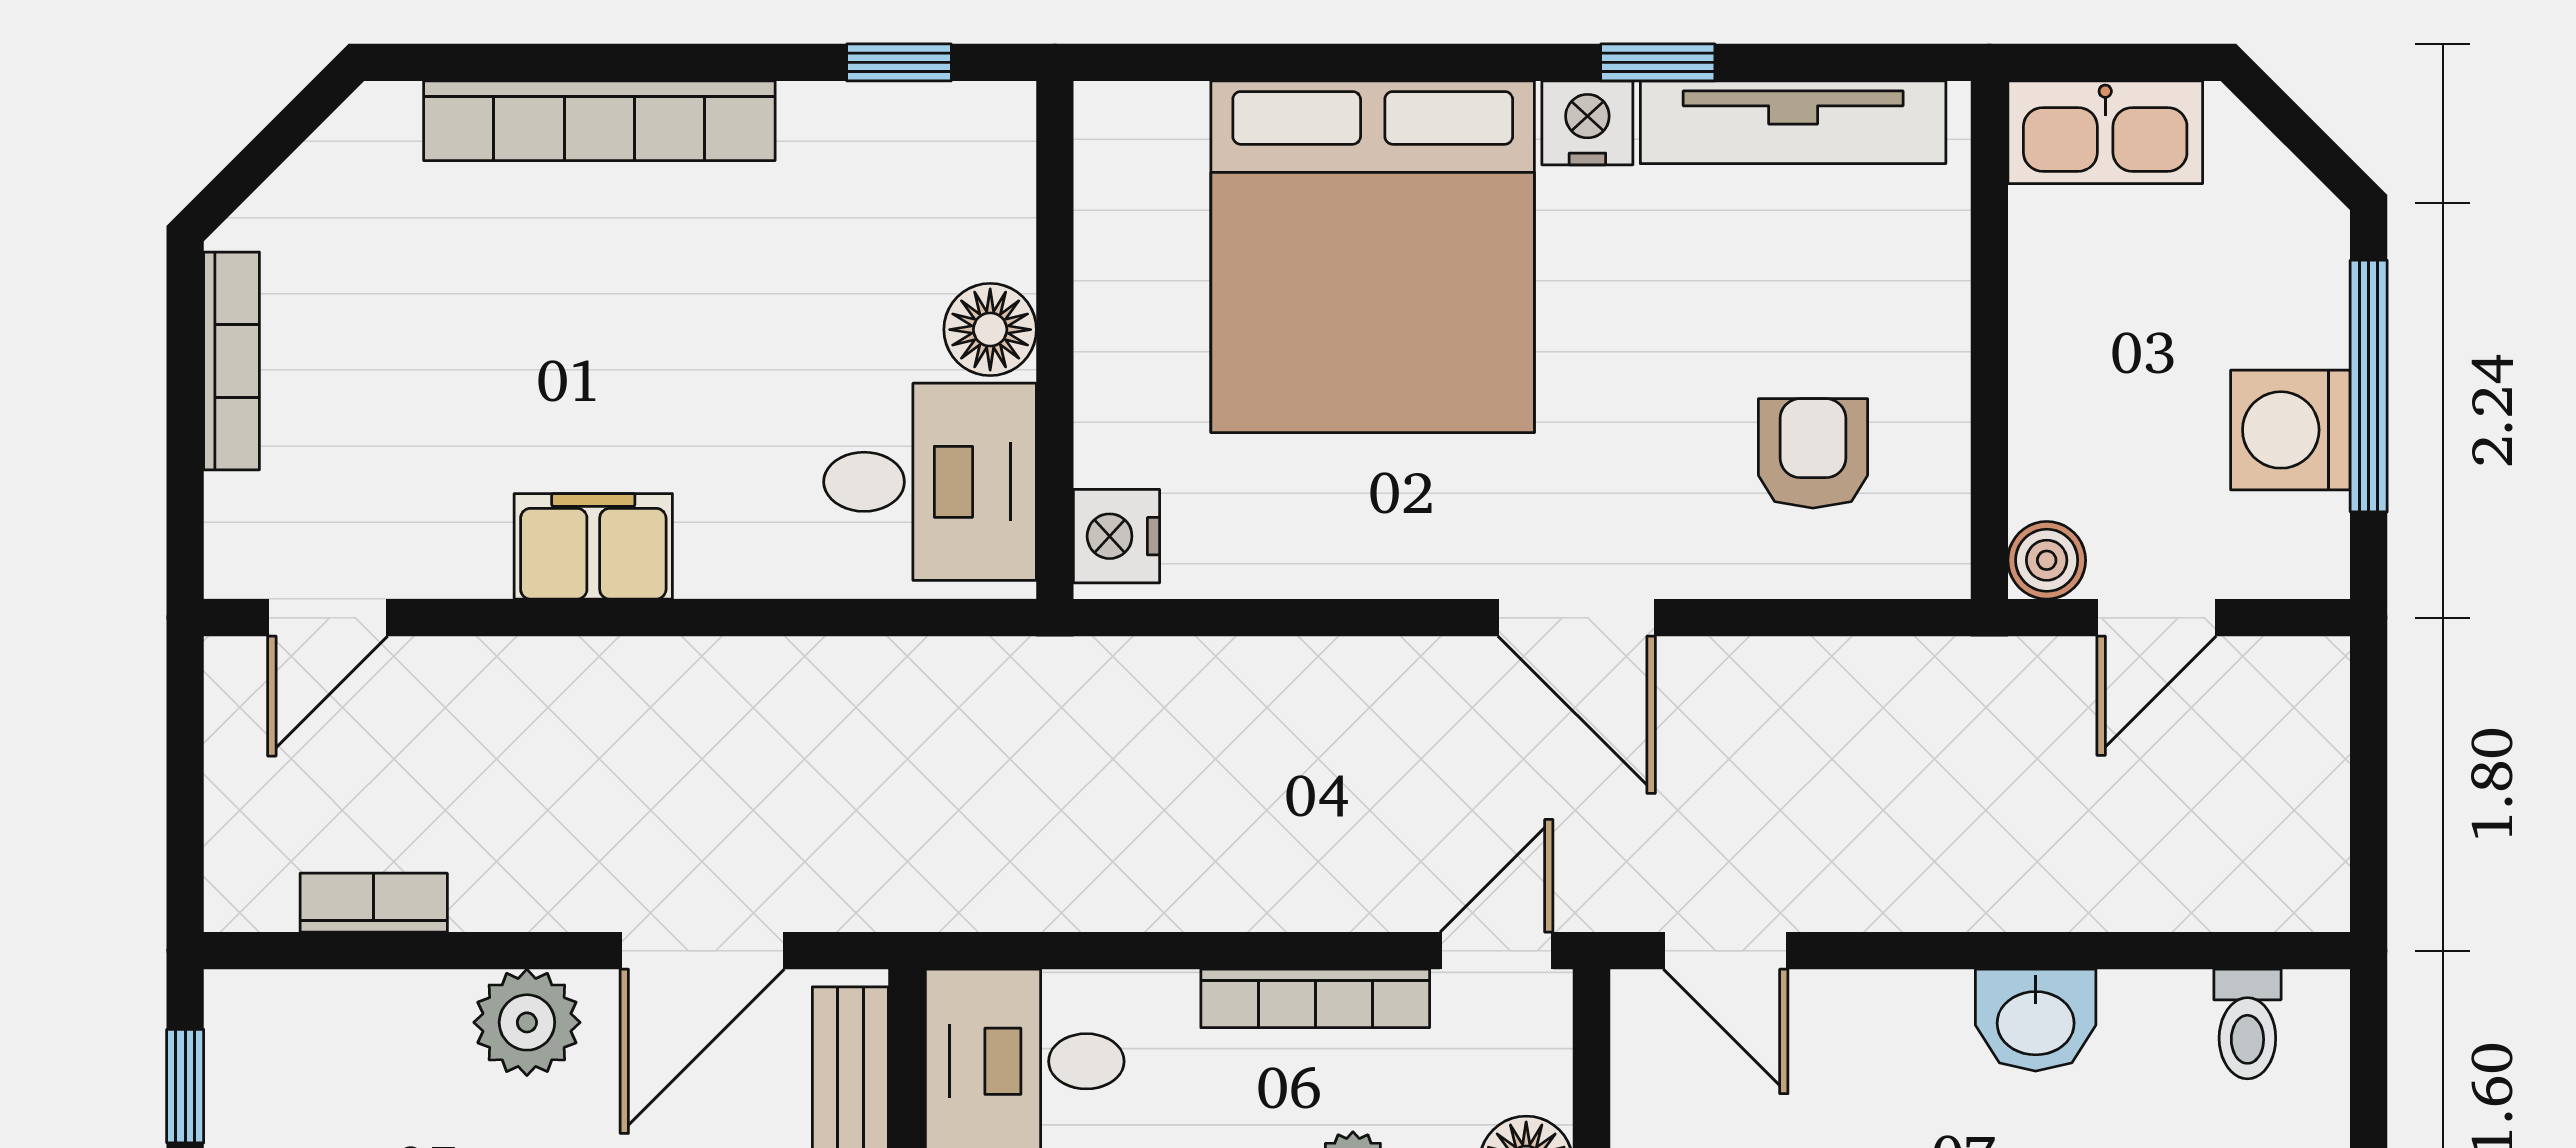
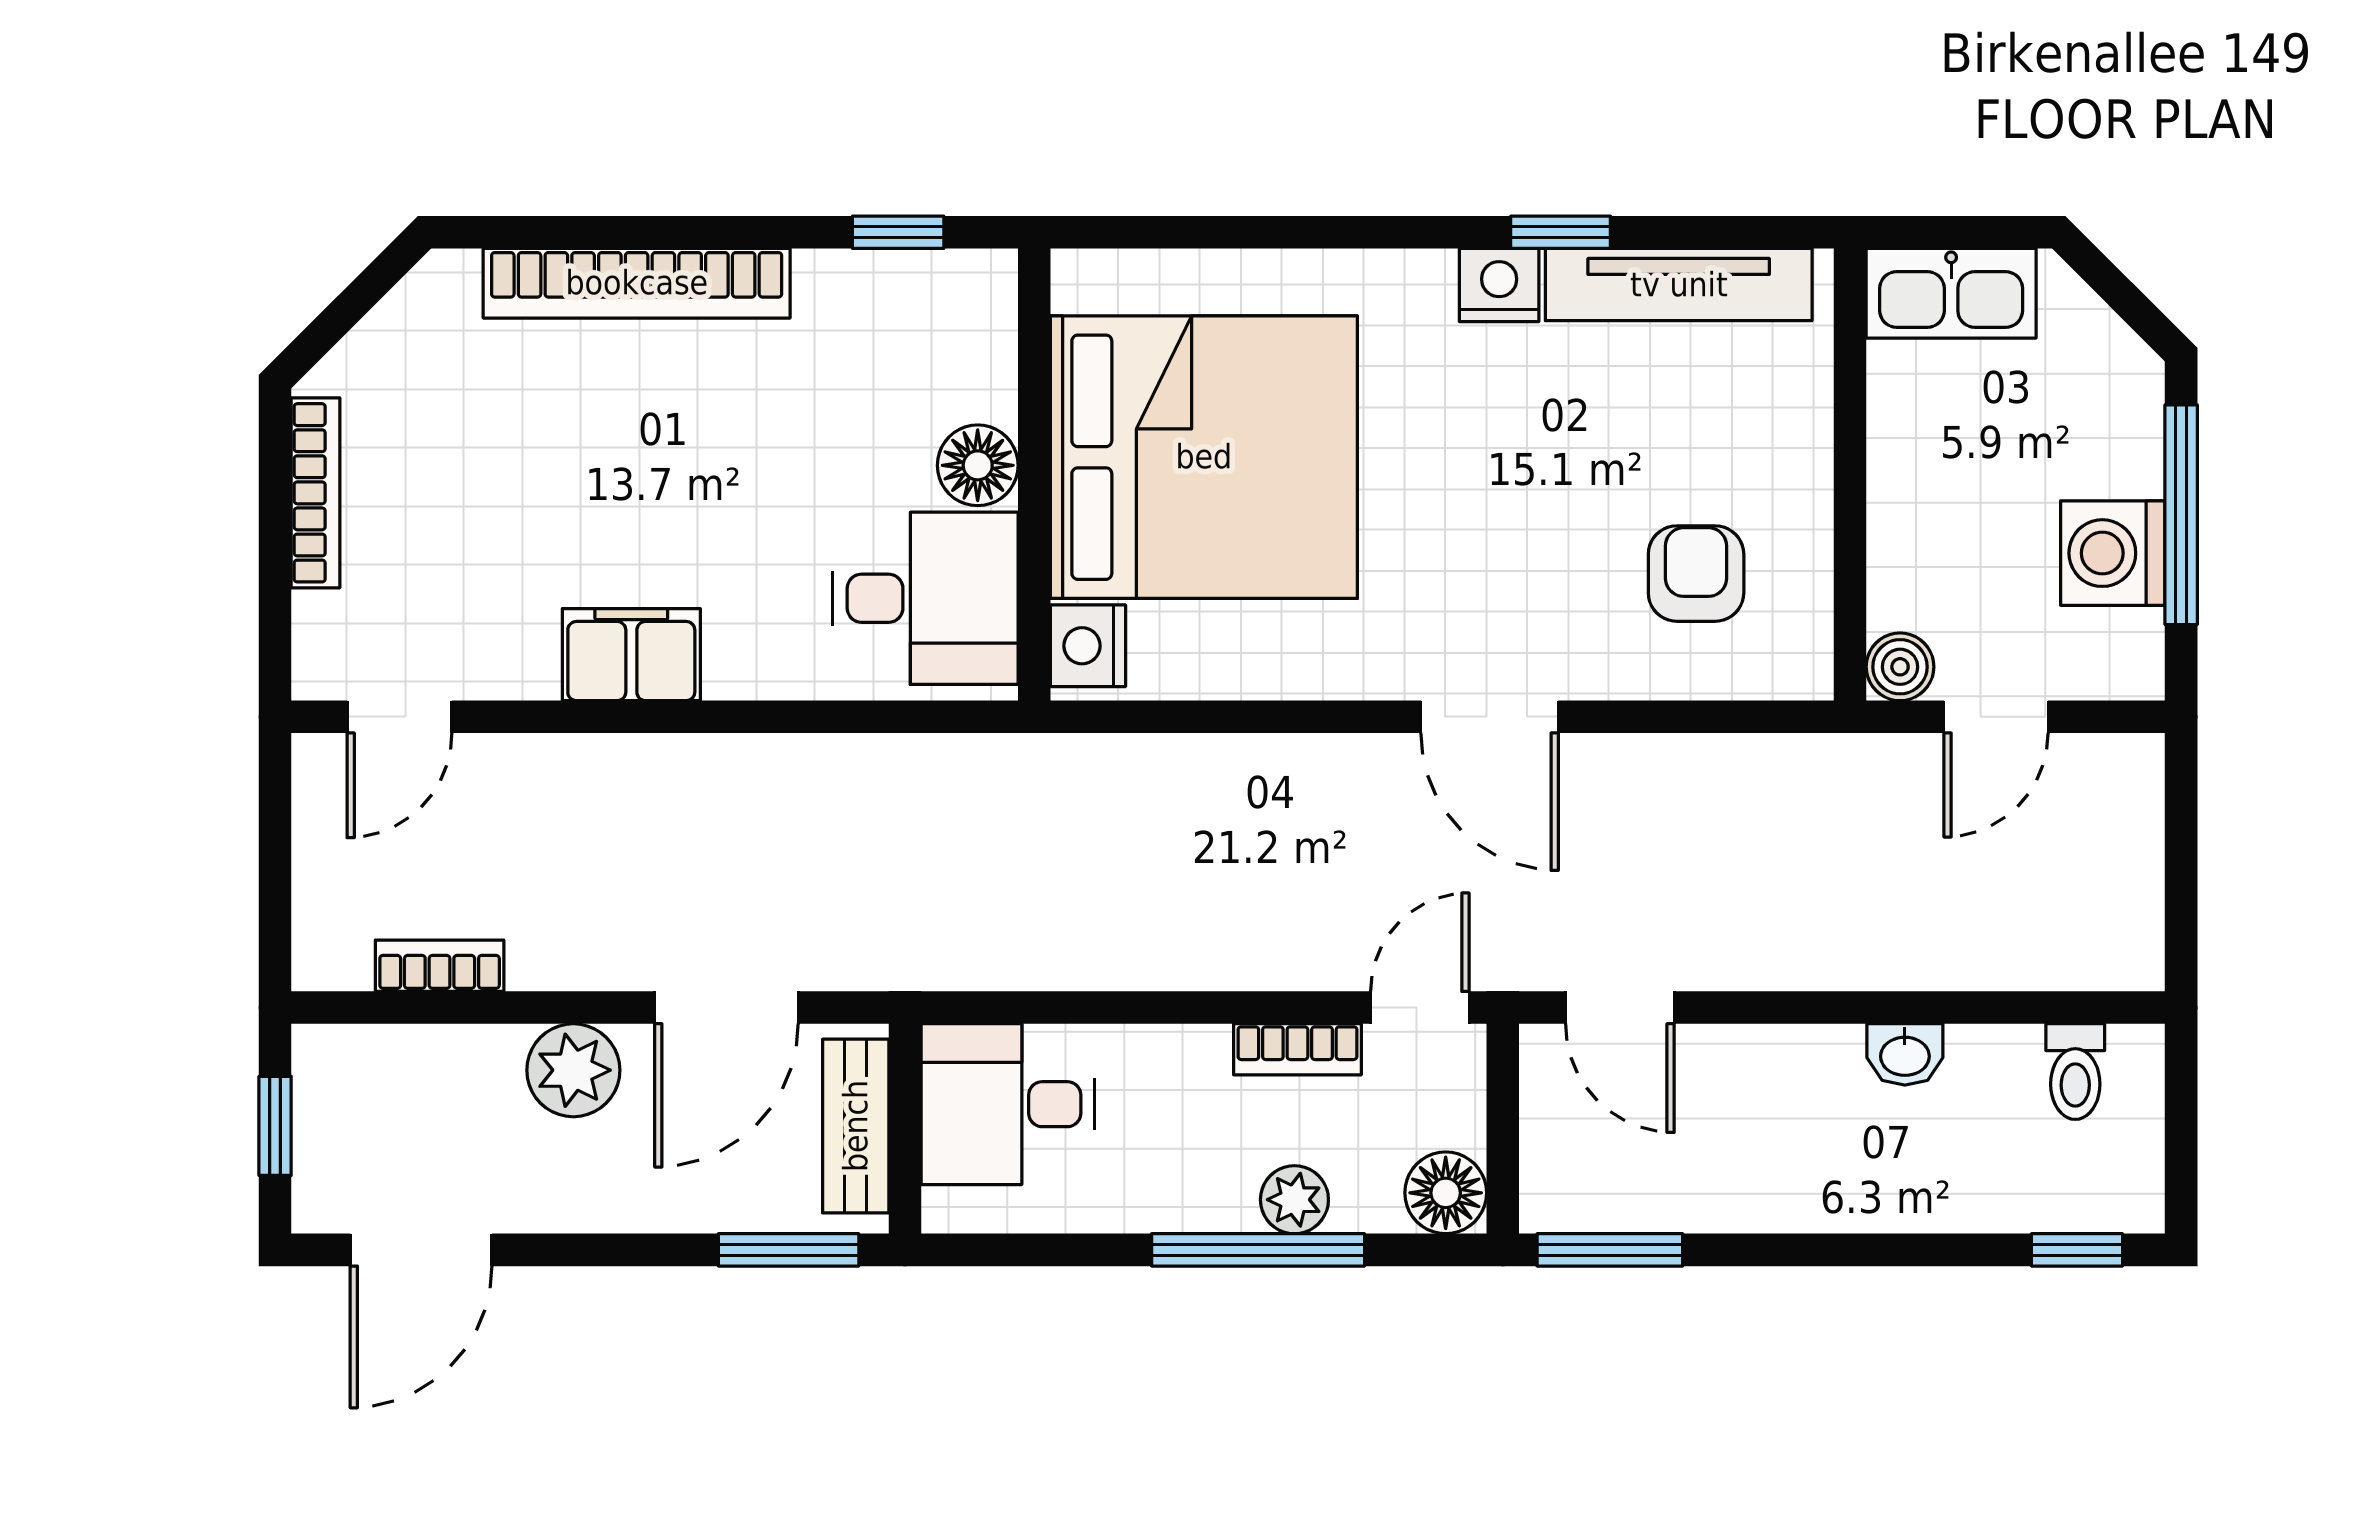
bed: (1373, 257) -> (1204, 457), moved, turned -90
bookcase: (1315, 998) -> (1297, 1049), width x0.64
washbasin: (2036, 1020) -> (1905, 1054), width x0.72, depth x0.69

